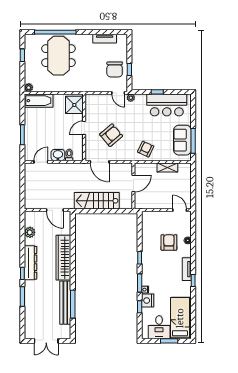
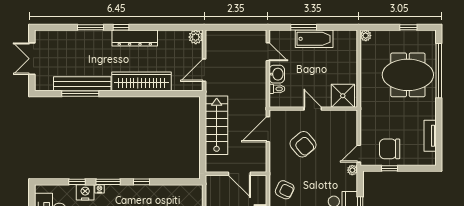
bathtub: (39, 101) -> (314, 39), moved, turned -90
plant: (30, 232) -> (196, 37), moved

